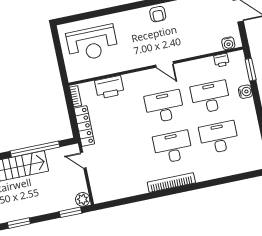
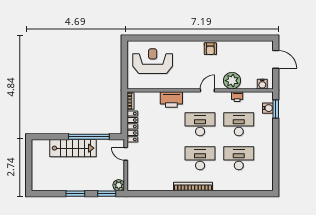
reception desk: (92, 43) -> (153, 61), turned 180
plant: (191, 47) -> (232, 81), added
printer: (221, 60) -> (237, 97), moved
door: (165, 64) -> (207, 90), swing flipped
printer: (109, 87) -> (171, 99), moved
water cooler: (245, 92) -> (268, 108), moved
window: (19, 223) -> (75, 194), moved

